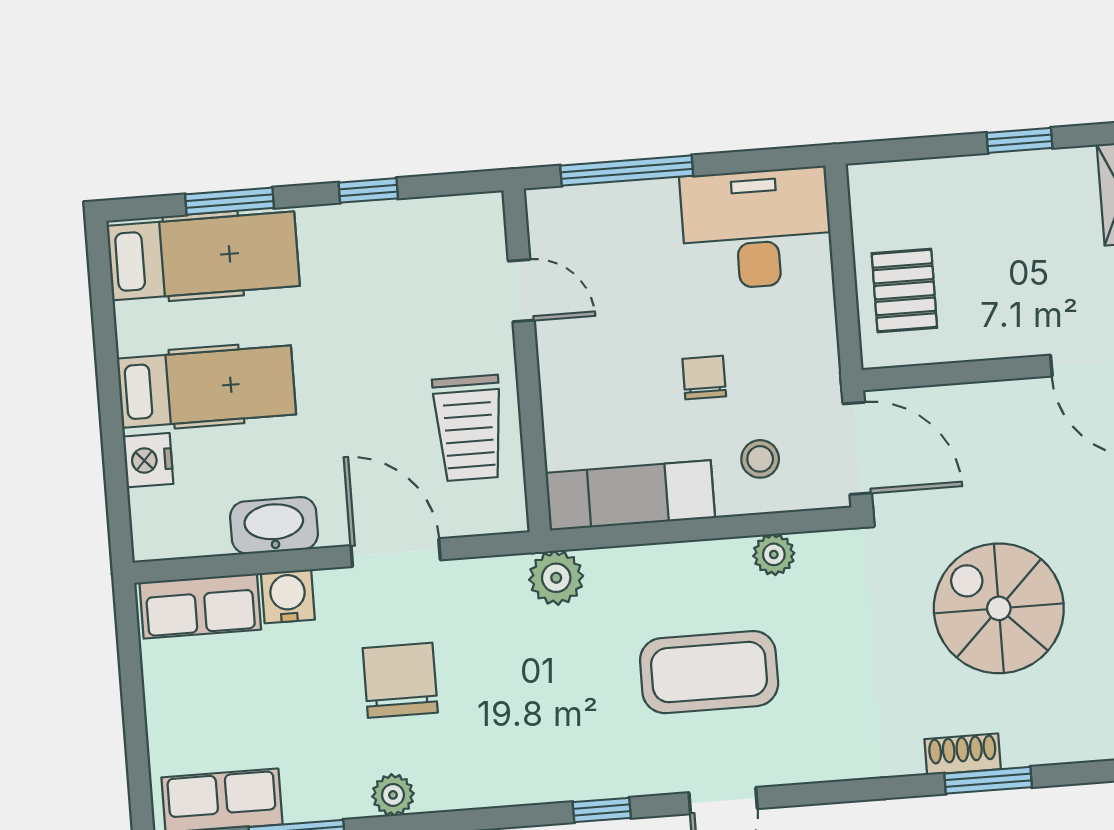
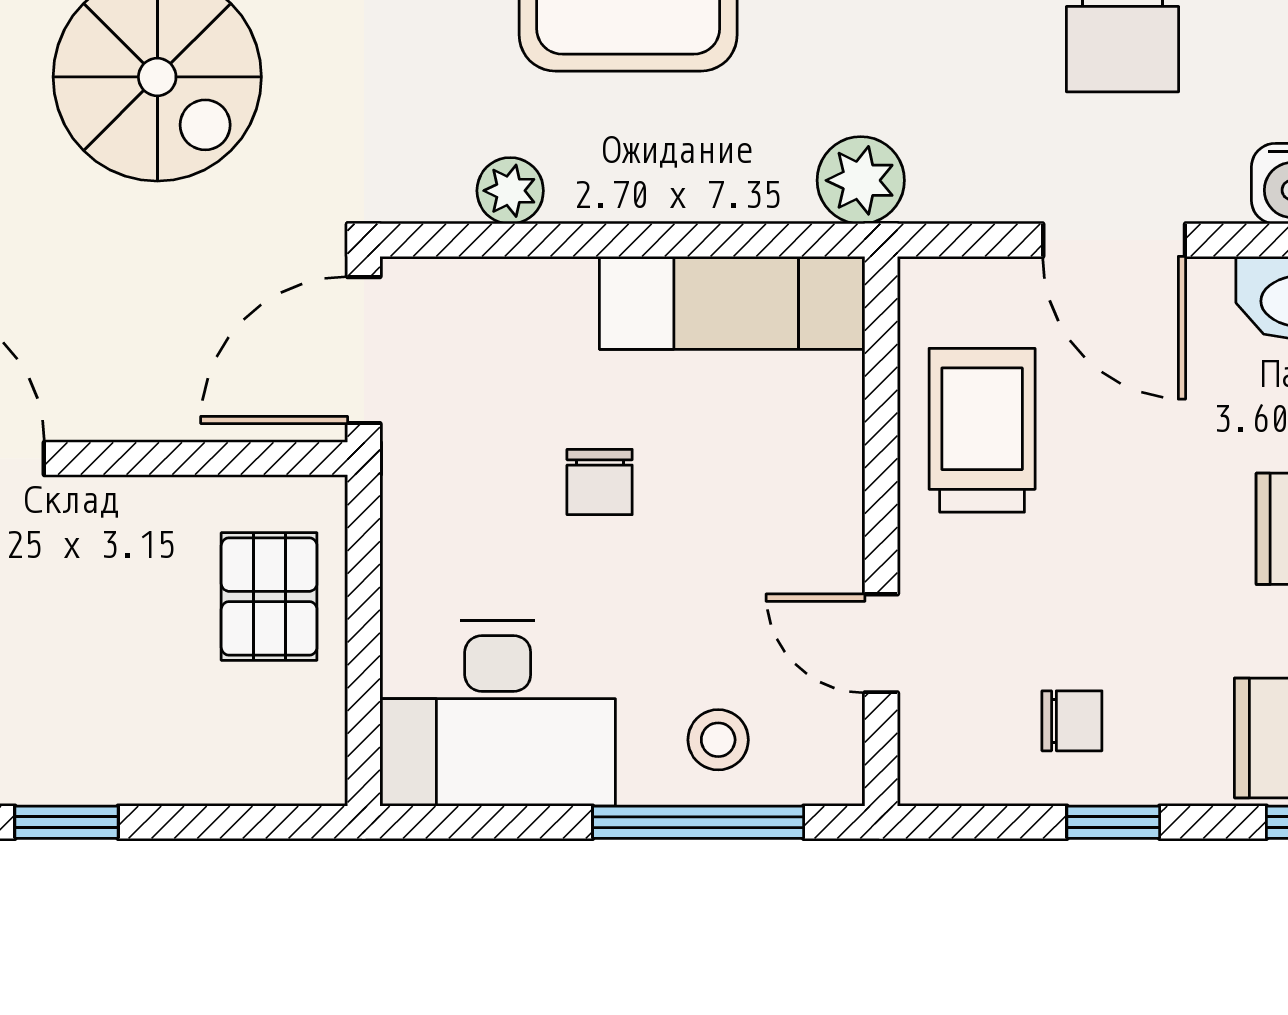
chair: (399, 252) -> (1072, 721), added
door: (857, 448) -> (364, 350), hinge flipped
stool: (760, 459) -> (718, 740), moved

